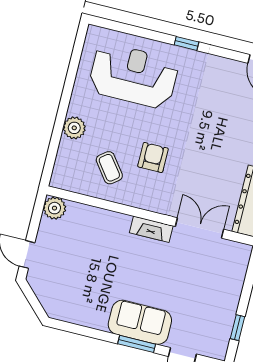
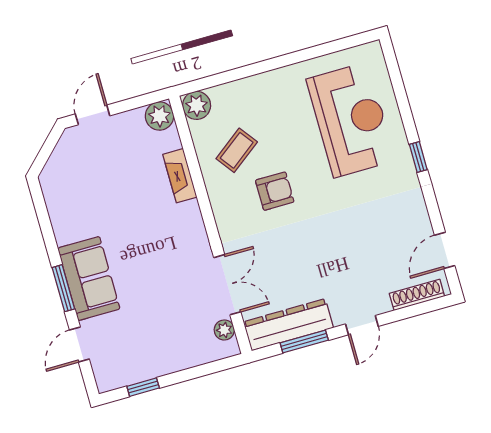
plant: (74, 128) -> (197, 105), moved
fireplace: (151, 229) -> (180, 176), moved
plant: (230, 248) -> (224, 330), added

